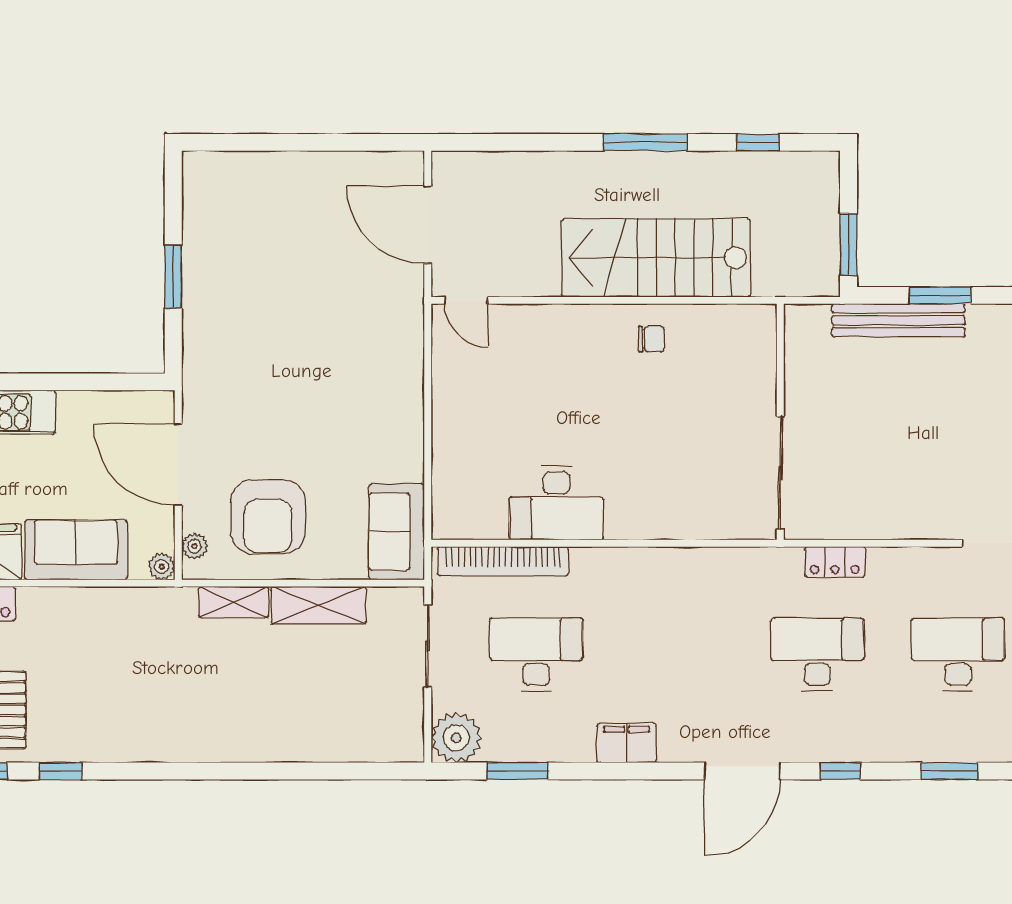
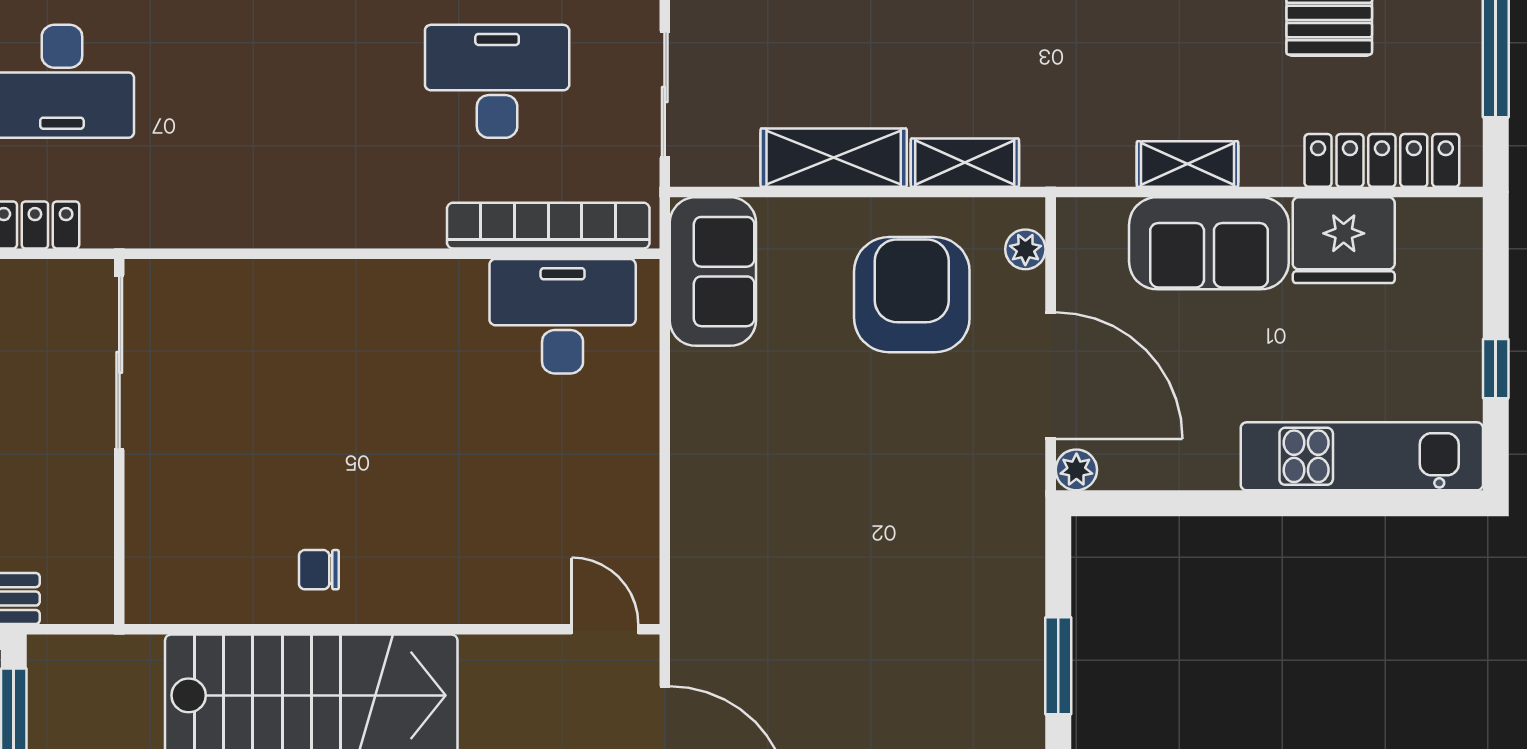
desk: (556, 503) -> (563, 316), moved
plant: (162, 567) -> (1076, 470), moved
shelving: (90, 601) -> (1187, 164), added
desk: (536, 655) -> (497, 81), turned 180

